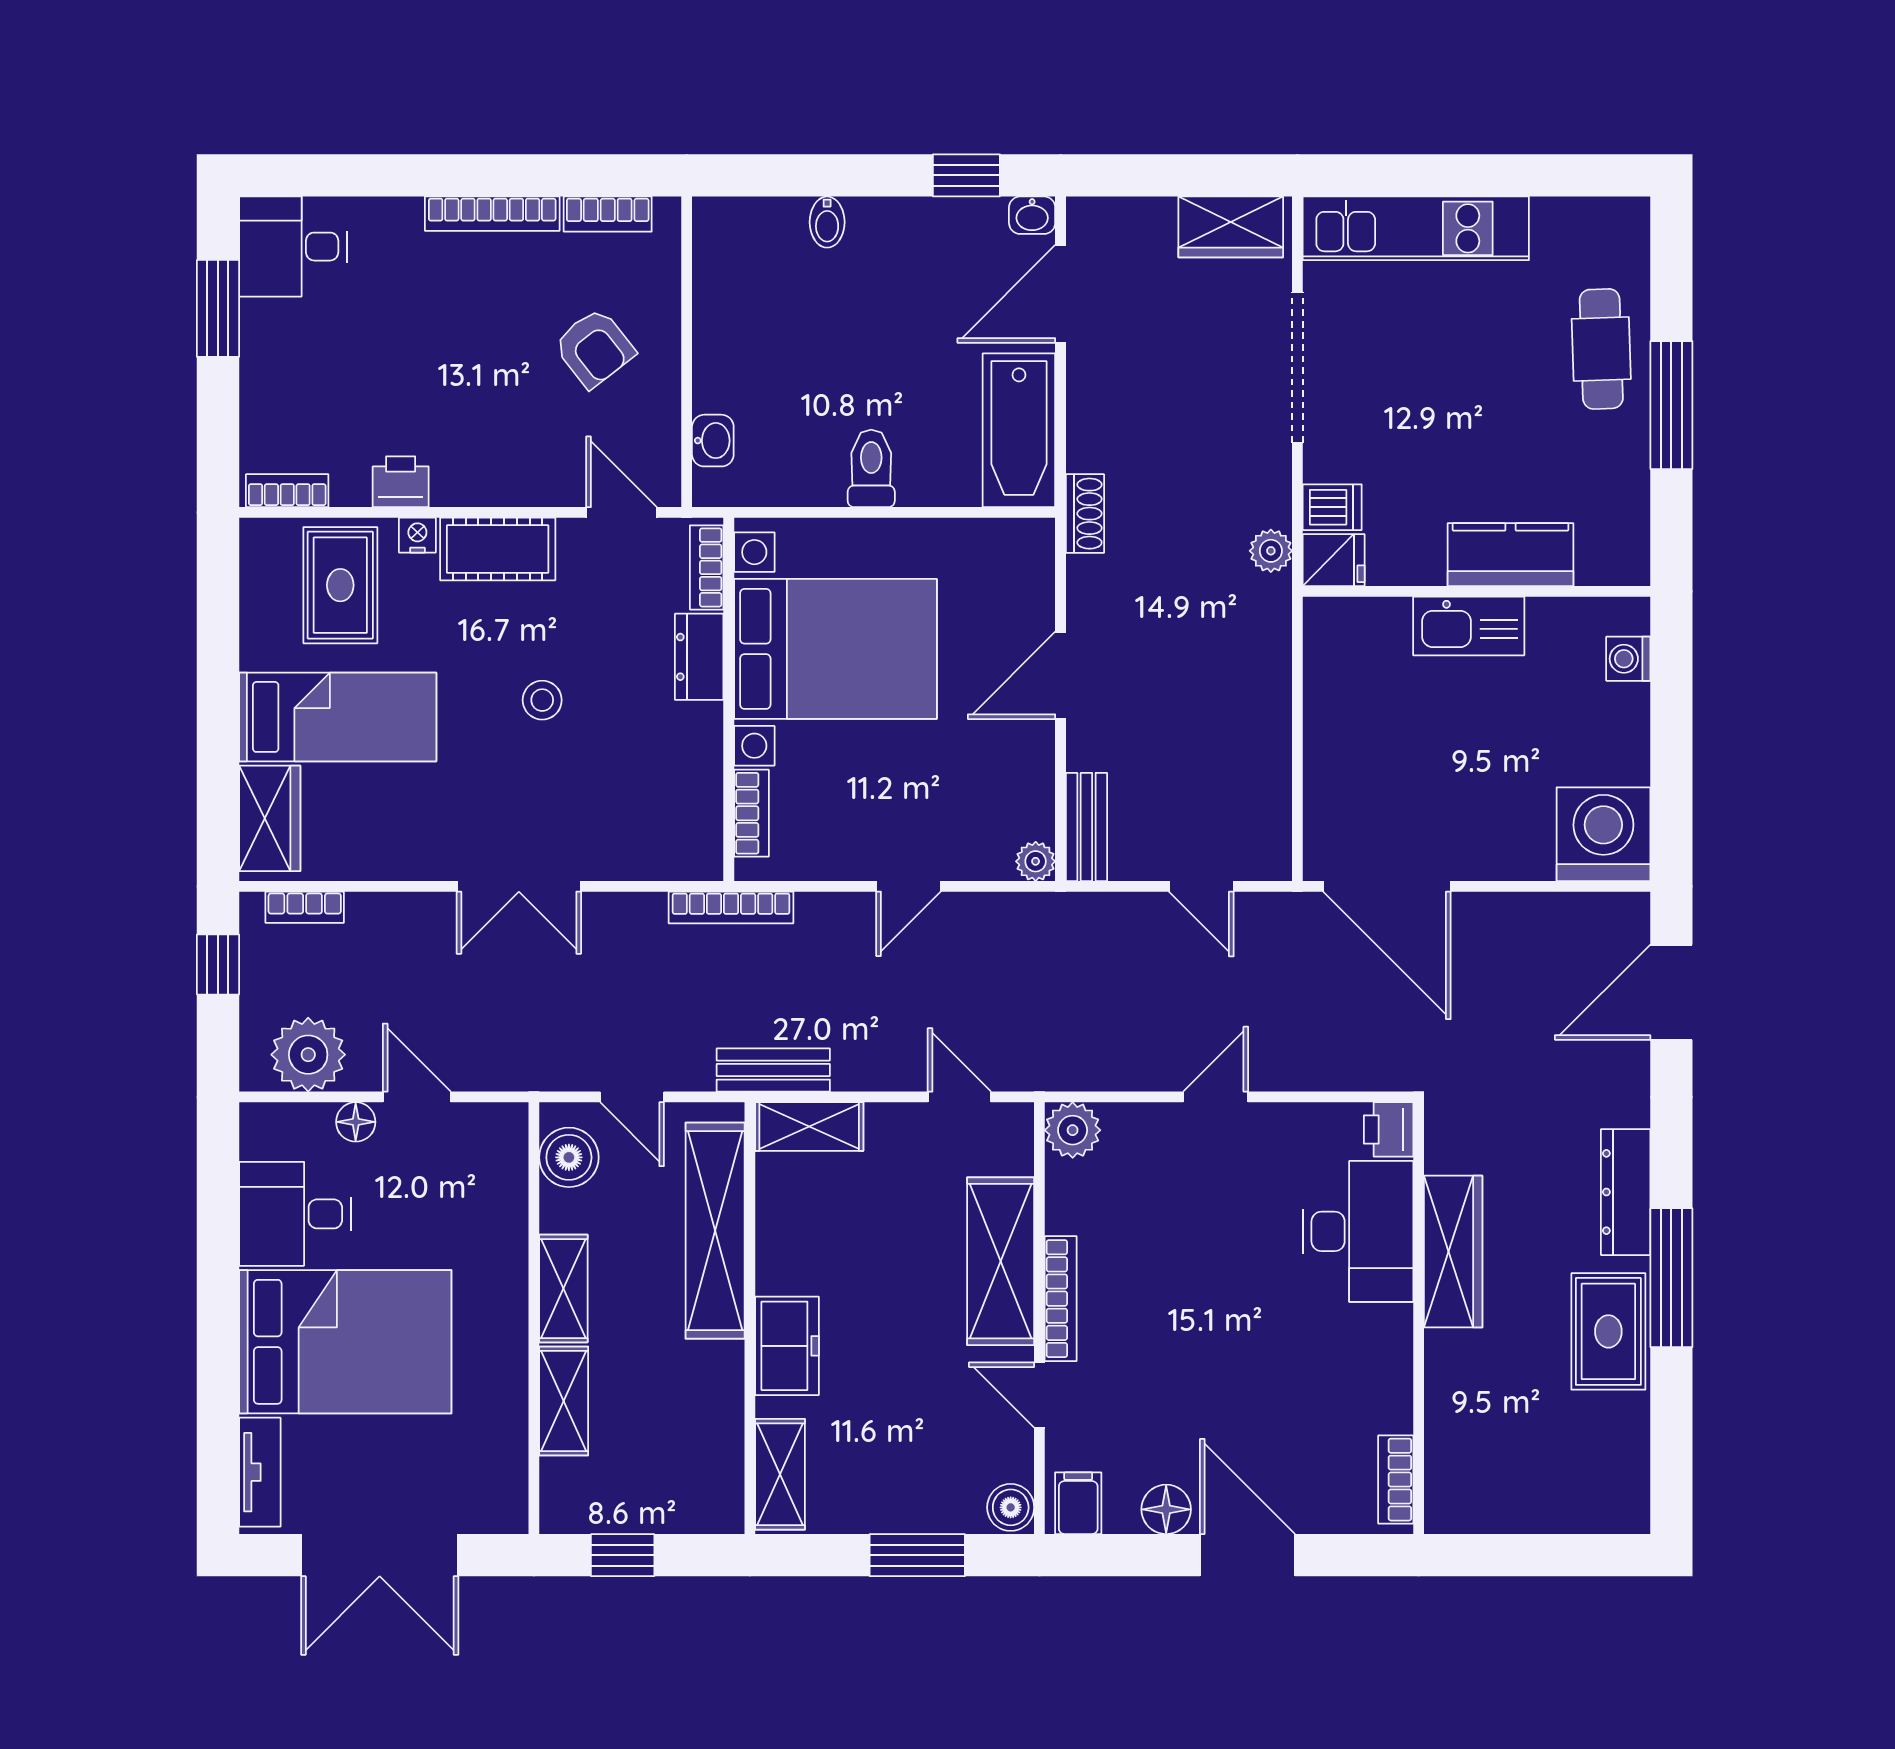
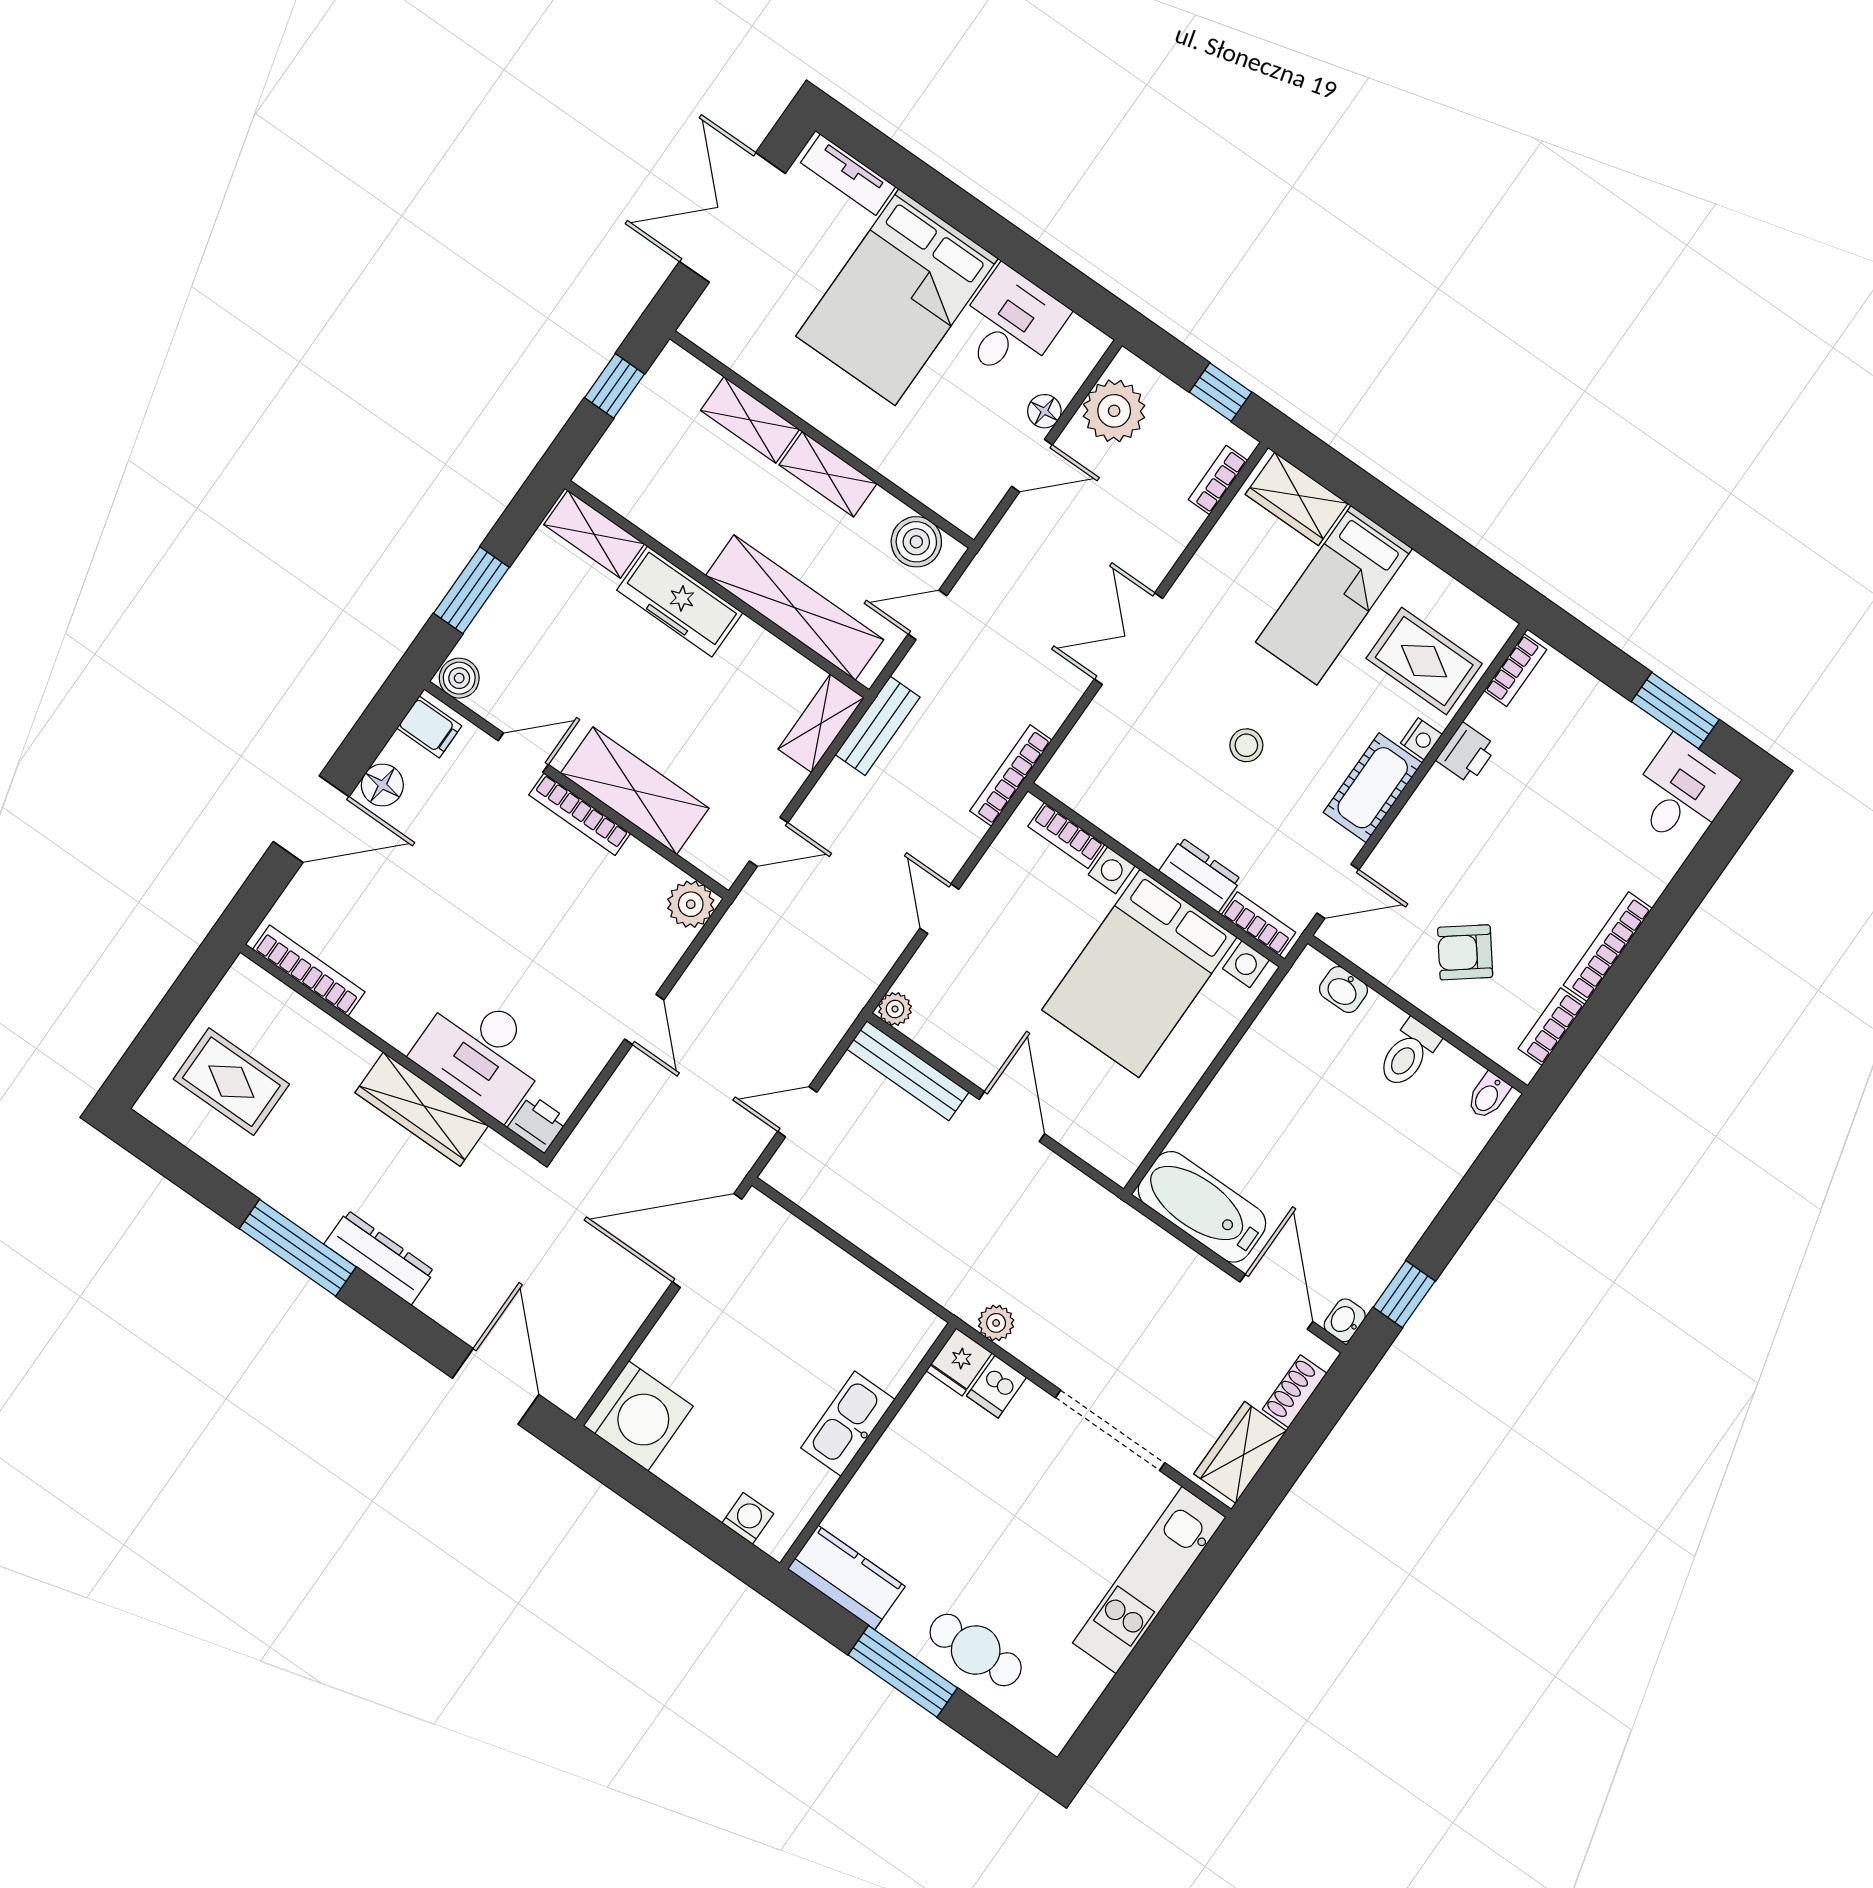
bidet: (827, 222) -> (1488, 1096), moved, turned -90
toilet: (871, 468) -> (1408, 1053), moved, turned 90
shoe rack: (1085, 514) -> (1295, 1391), moved, turned 90
kitchen counter: (1511, 555) -> (846, 1578), moved, turned -90
bench: (1086, 827) -> (908, 1071), width x1.36
rug: (1608, 1331) -> (231, 1082), moved
freezer: (787, 1346) -> (680, 601), width x1.40
bookcase: (1396, 1480) -> (309, 971), width x1.56

